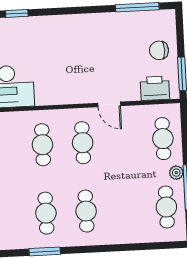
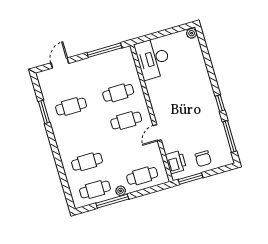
window: (17, 13) -> (220, 103), moved
chair: (159, 50) -> (203, 159), turned 180
cafe table: (86, 211) -> (87, 162), moved

